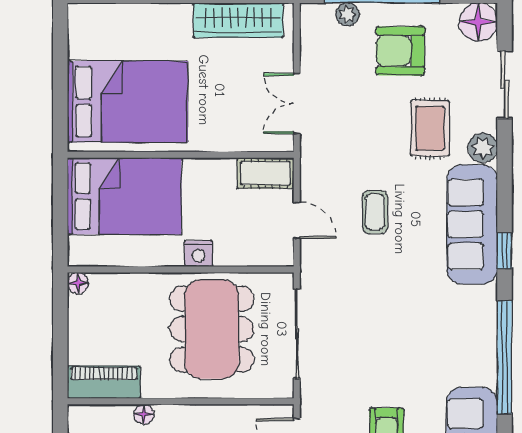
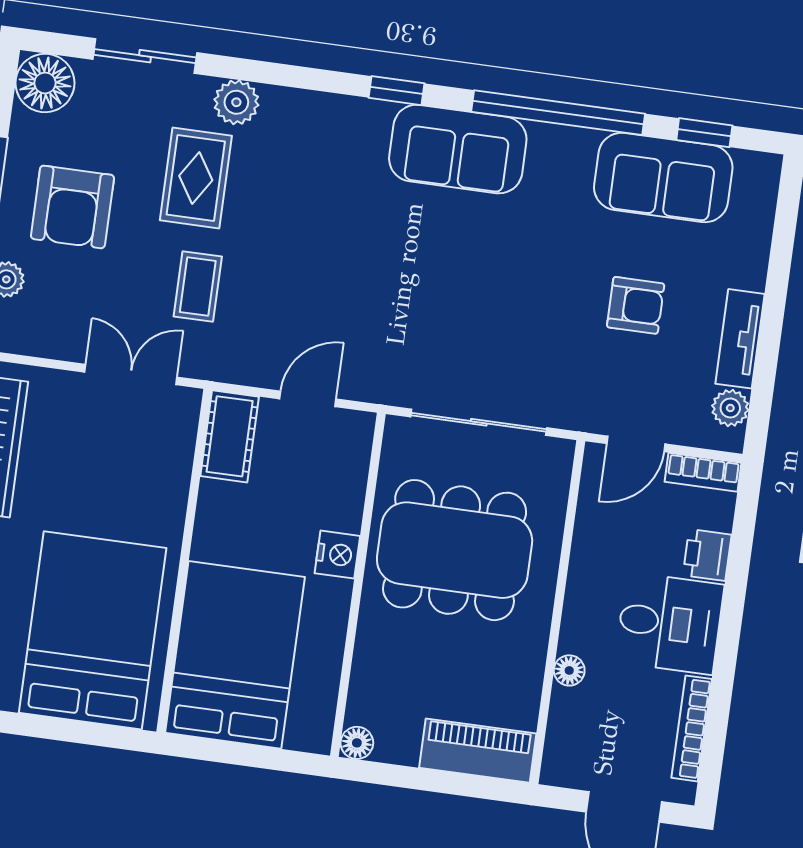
double door: (297, 104) -> (131, 375), swing flipped
rug: (430, 128) -> (196, 178), turned 90
coffee table: (375, 212) -> (198, 286), moved, turned 90
sofa: (472, 224) -> (458, 149), moved, width x0.73
piano: (104, 382) -> (478, 751), moved, turned 90

